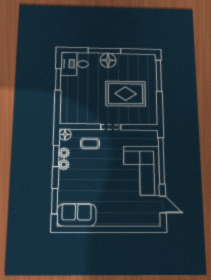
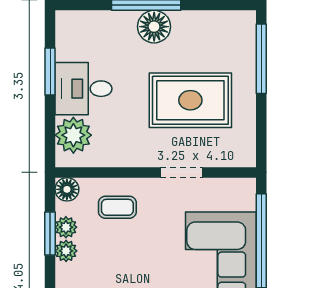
desk: (75, 64) -> (83, 89), moved
plant: (69, 109) -> (73, 135), added
doorway: (111, 127) -> (181, 172), moved

